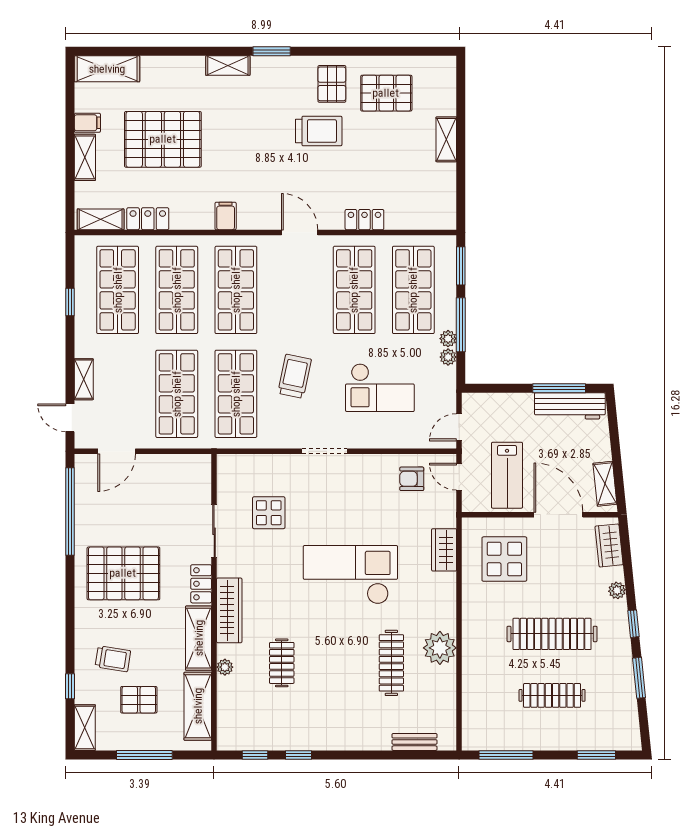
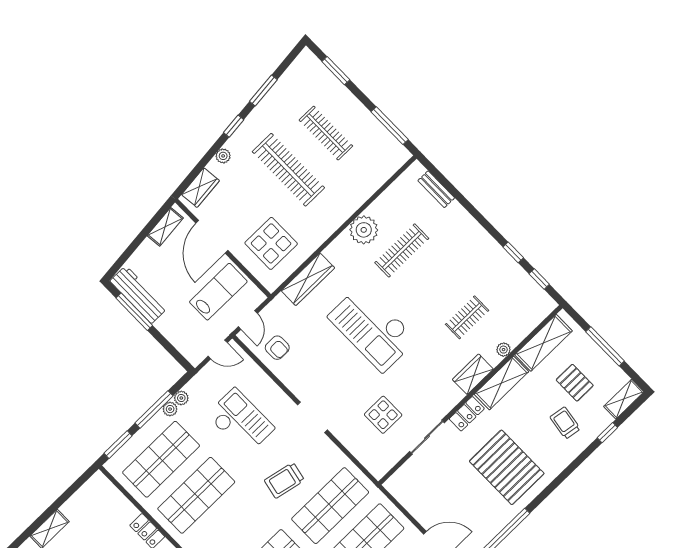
wardrobe: (444, 550) -> (308, 279), width x1.50
wardrobe: (229, 610) -> (473, 374), width x0.67

